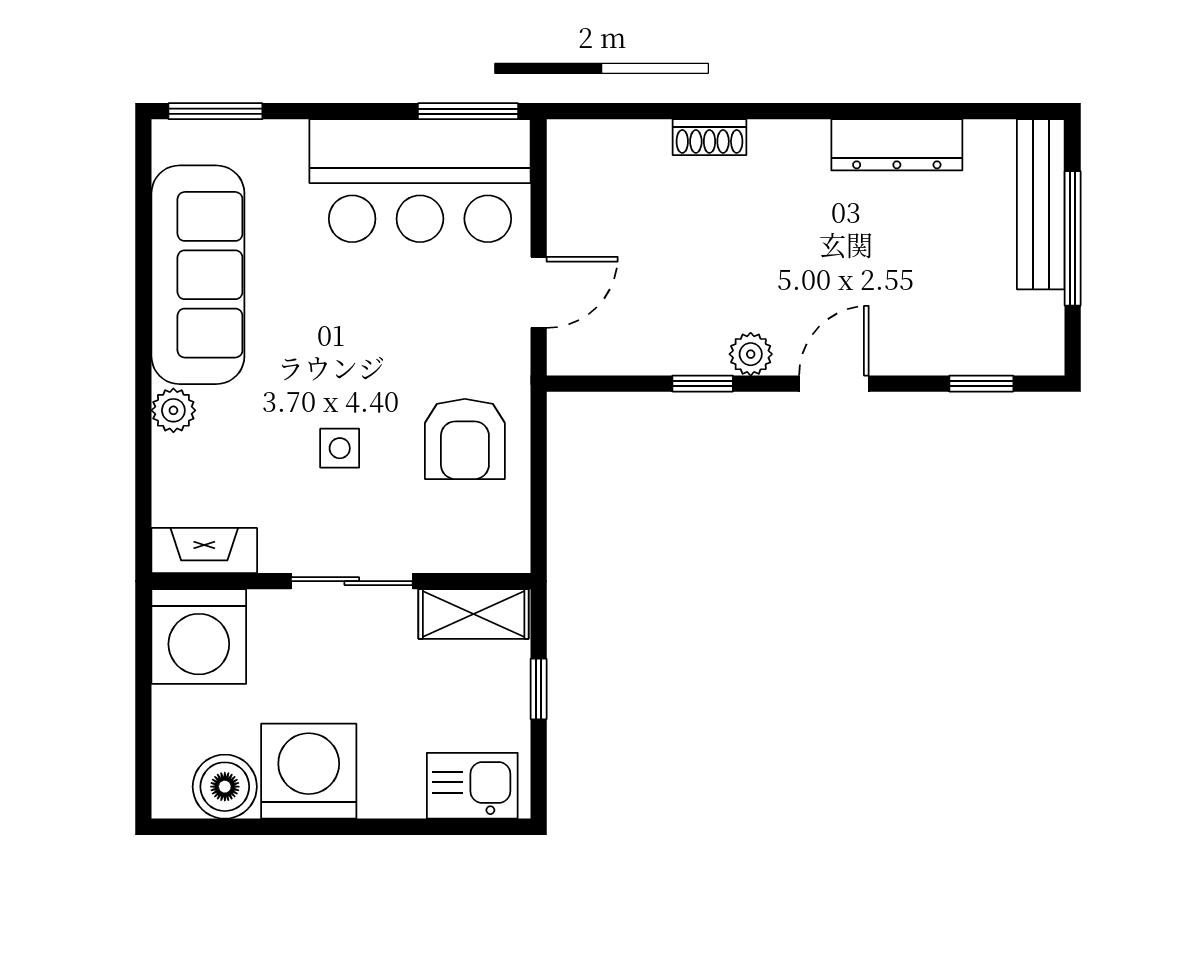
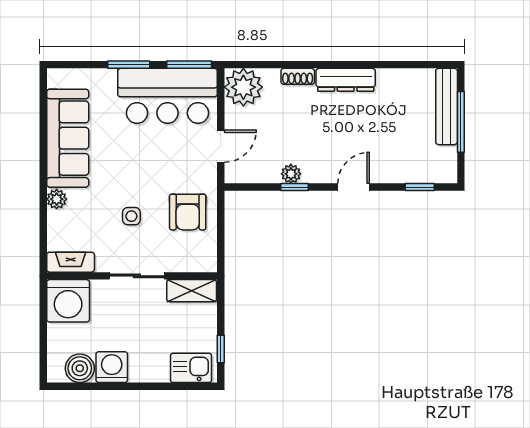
window: (215, 111) -> (129, 65), moved
dresser: (897, 145) -> (346, 80), moved
plant: (589, 161) -> (243, 87), added
plant: (751, 354) -> (291, 174), moved
window: (539, 689) -> (221, 349), moved
washing machine: (309, 771) -> (112, 367), width x0.73, depth x0.73

